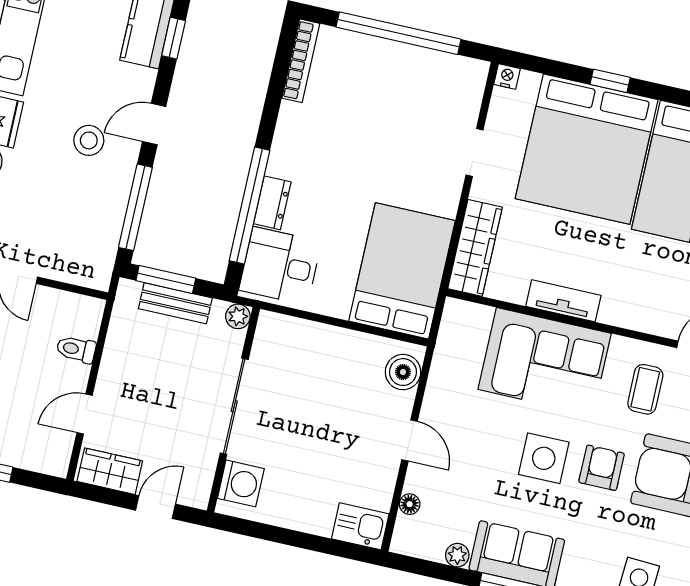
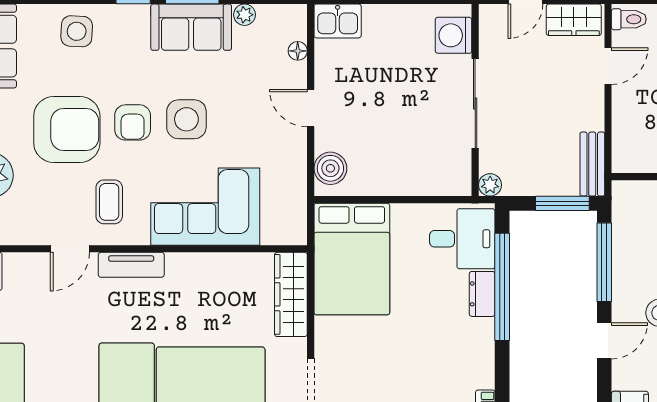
tv unit: (563, 301) -> (131, 265), moved
bench: (175, 303) -> (592, 164), moved, turned 90
toilet: (76, 349) -> (629, 19), moved

